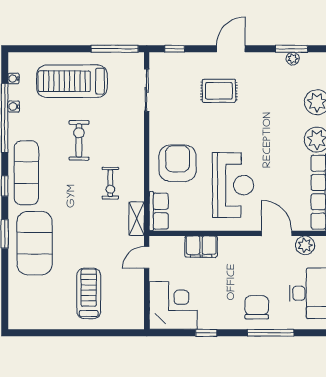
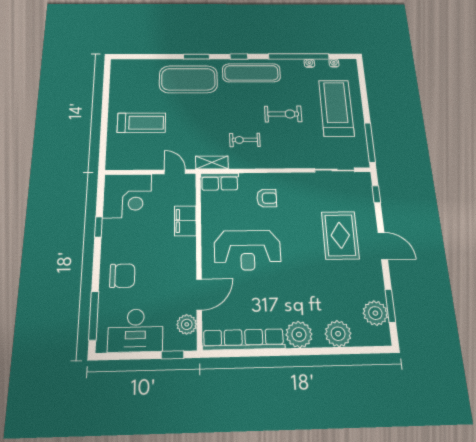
plant: (293, 59) -> (375, 313), width x1.88, depth x1.88
rug: (219, 91) -> (340, 235), width x1.36, depth x1.43
armchair: (178, 163) -> (267, 198), width x0.53, depth x0.53
window: (271, 333) -> (94, 315), moved

